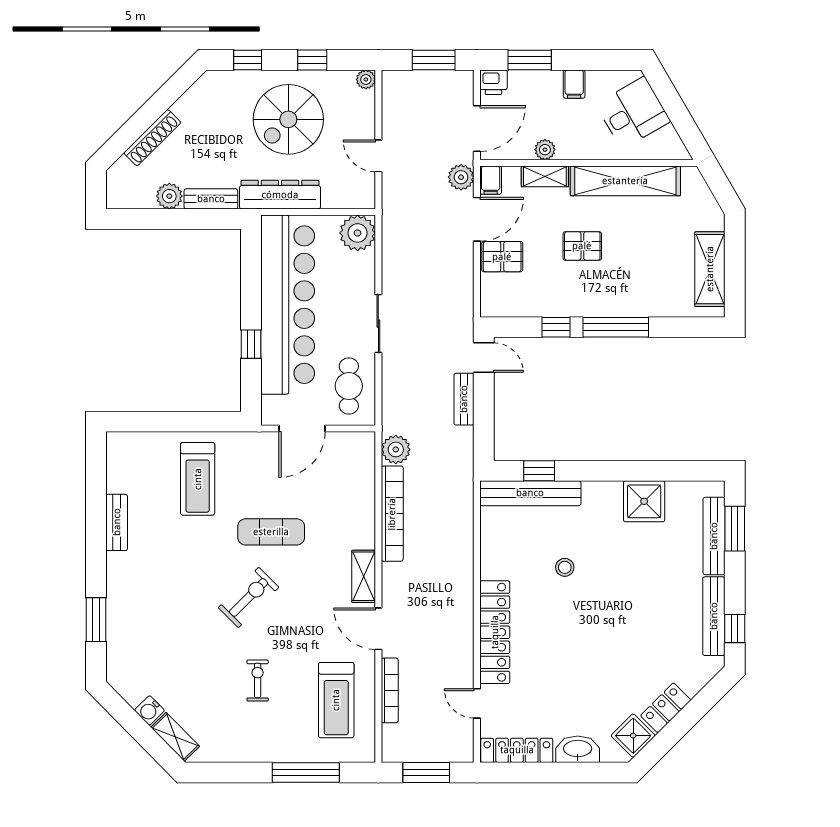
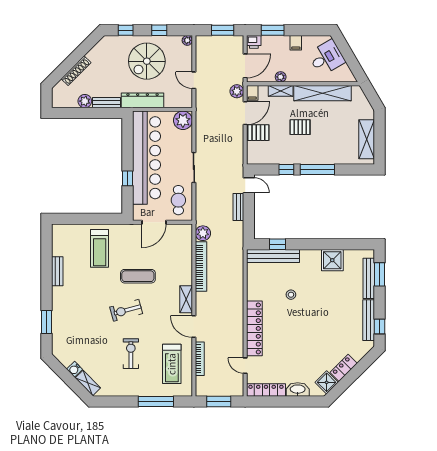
exercise bike: (249, 597) -> (126, 310), turned -150
exercise bike: (258, 680) -> (131, 354), width x1.38, depth x1.39

